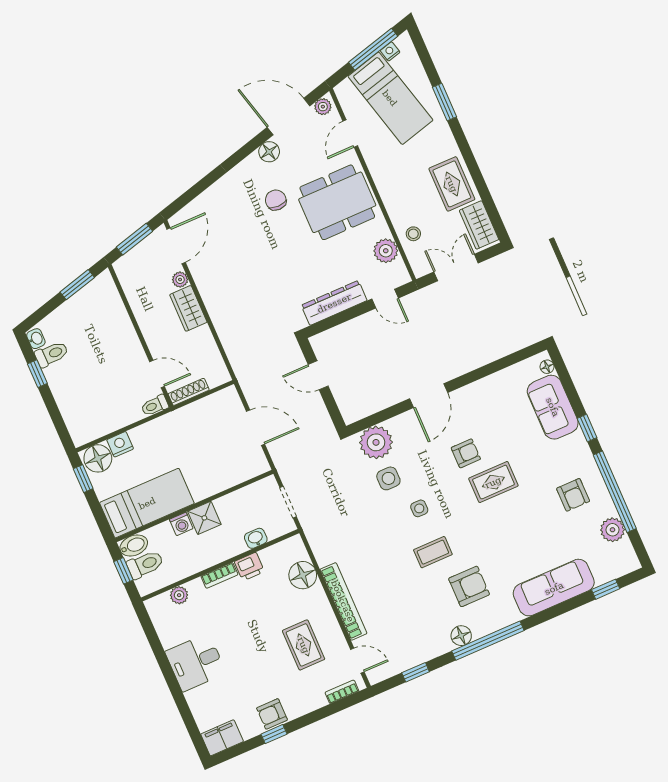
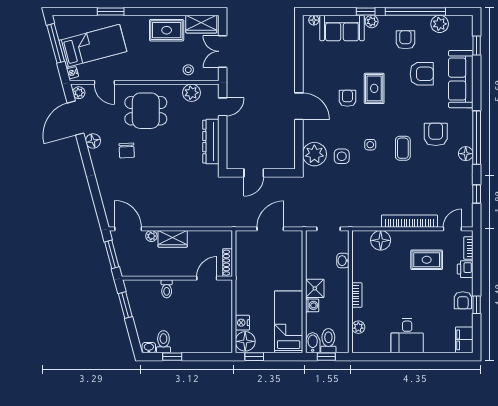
nightstand: (390, 51) -> (72, 73), moved
chair: (276, 200) -> (127, 150), turned -93
dining table: (337, 202) -> (146, 111), width x0.73
toilet: (155, 406) -> (167, 289), moved
plant: (578, 441) -> (372, 22), added
armchair: (573, 495) -> (405, 40), turned -90
armchair: (539, 535) -> (422, 74), added
printer: (249, 567) -> (465, 269), moved, turned 180

